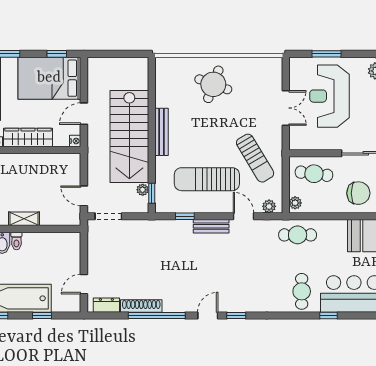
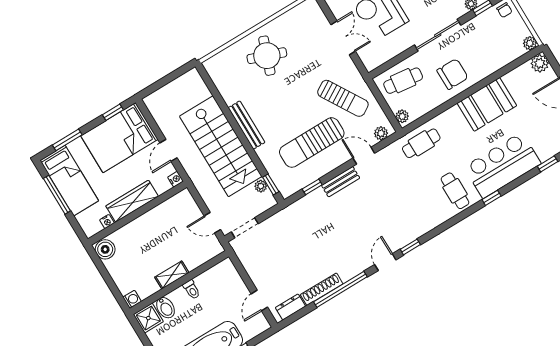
toilet: (16, 241) -> (192, 290), moved

